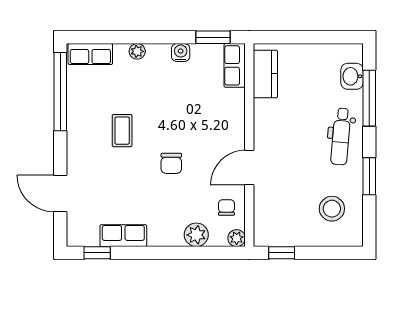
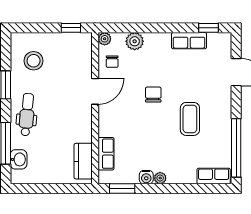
plant: (137, 51) -> (160, 178), moved
row of seats: (235, 65) -> (106, 154), moved
coffee table: (122, 131) -> (190, 119), width x1.36, depth x1.30

